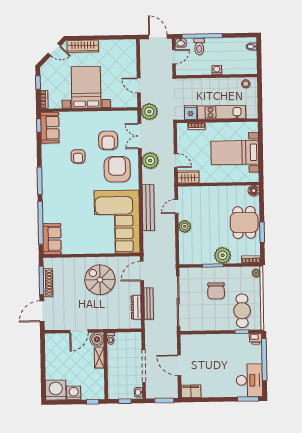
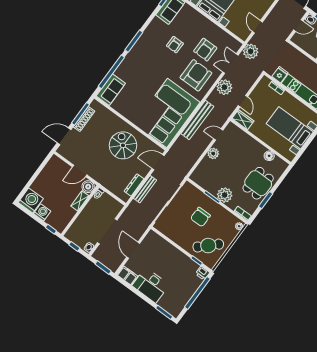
floor lamp: (254, 191) -> (269, 156), moved
cafe table: (242, 311) -> (208, 246), turned 46
desk: (249, 380) -> (151, 285), moved, turned 90

